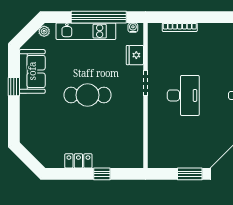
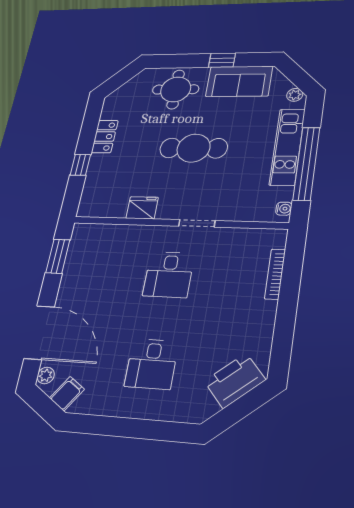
fridge: (135, 55) -> (142, 208), moved
cafe table: (87, 95) -> (194, 148), turned 90
desk: (183, 95) -> (169, 275), width x0.73
round table: (39, 116) -> (176, 89), added
window: (190, 174) -> (58, 256), moved

